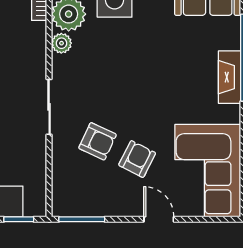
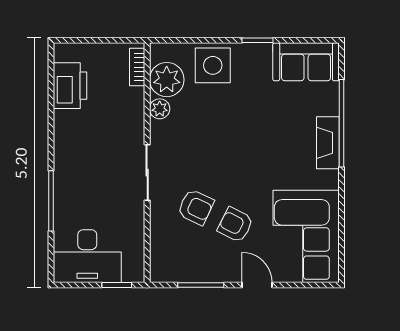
armchair: (137, 159) -> (235, 225), turned -90
window: (82, 219) -> (201, 285), moved

